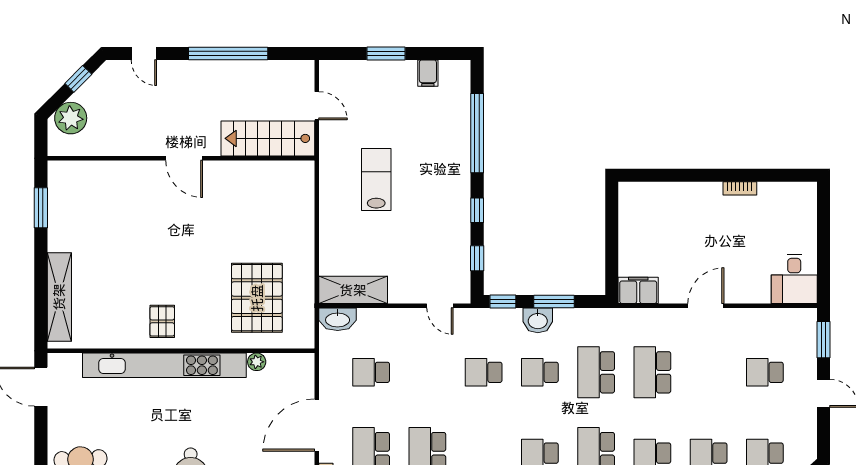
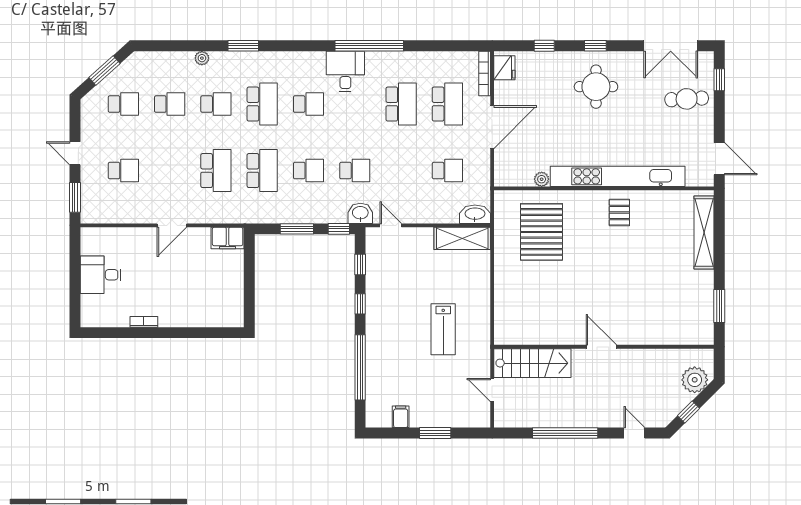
desk: (794, 279) -> (101, 275), moved, turned -90
washbasin: (538, 320) -> (360, 213), moved

